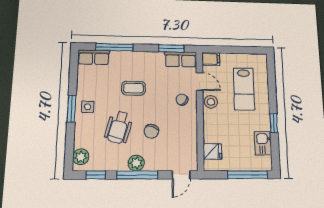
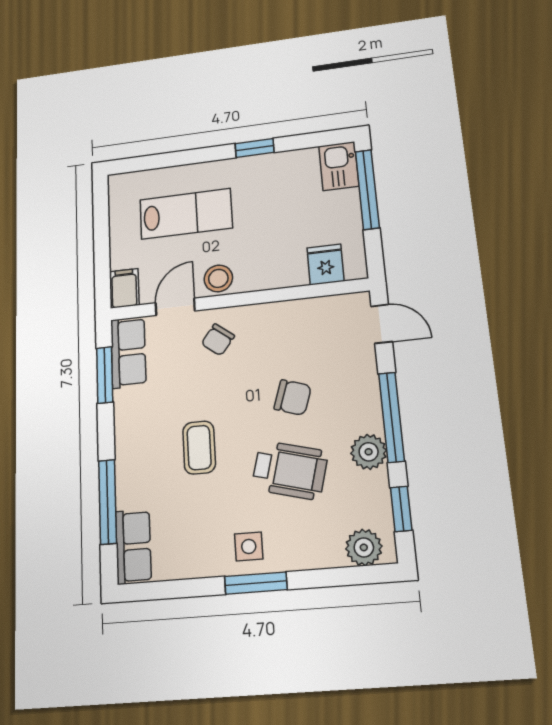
kitchen sink: (263, 143) -> (339, 166), moved, turned 90
plant: (136, 163) -> (369, 452), moved

